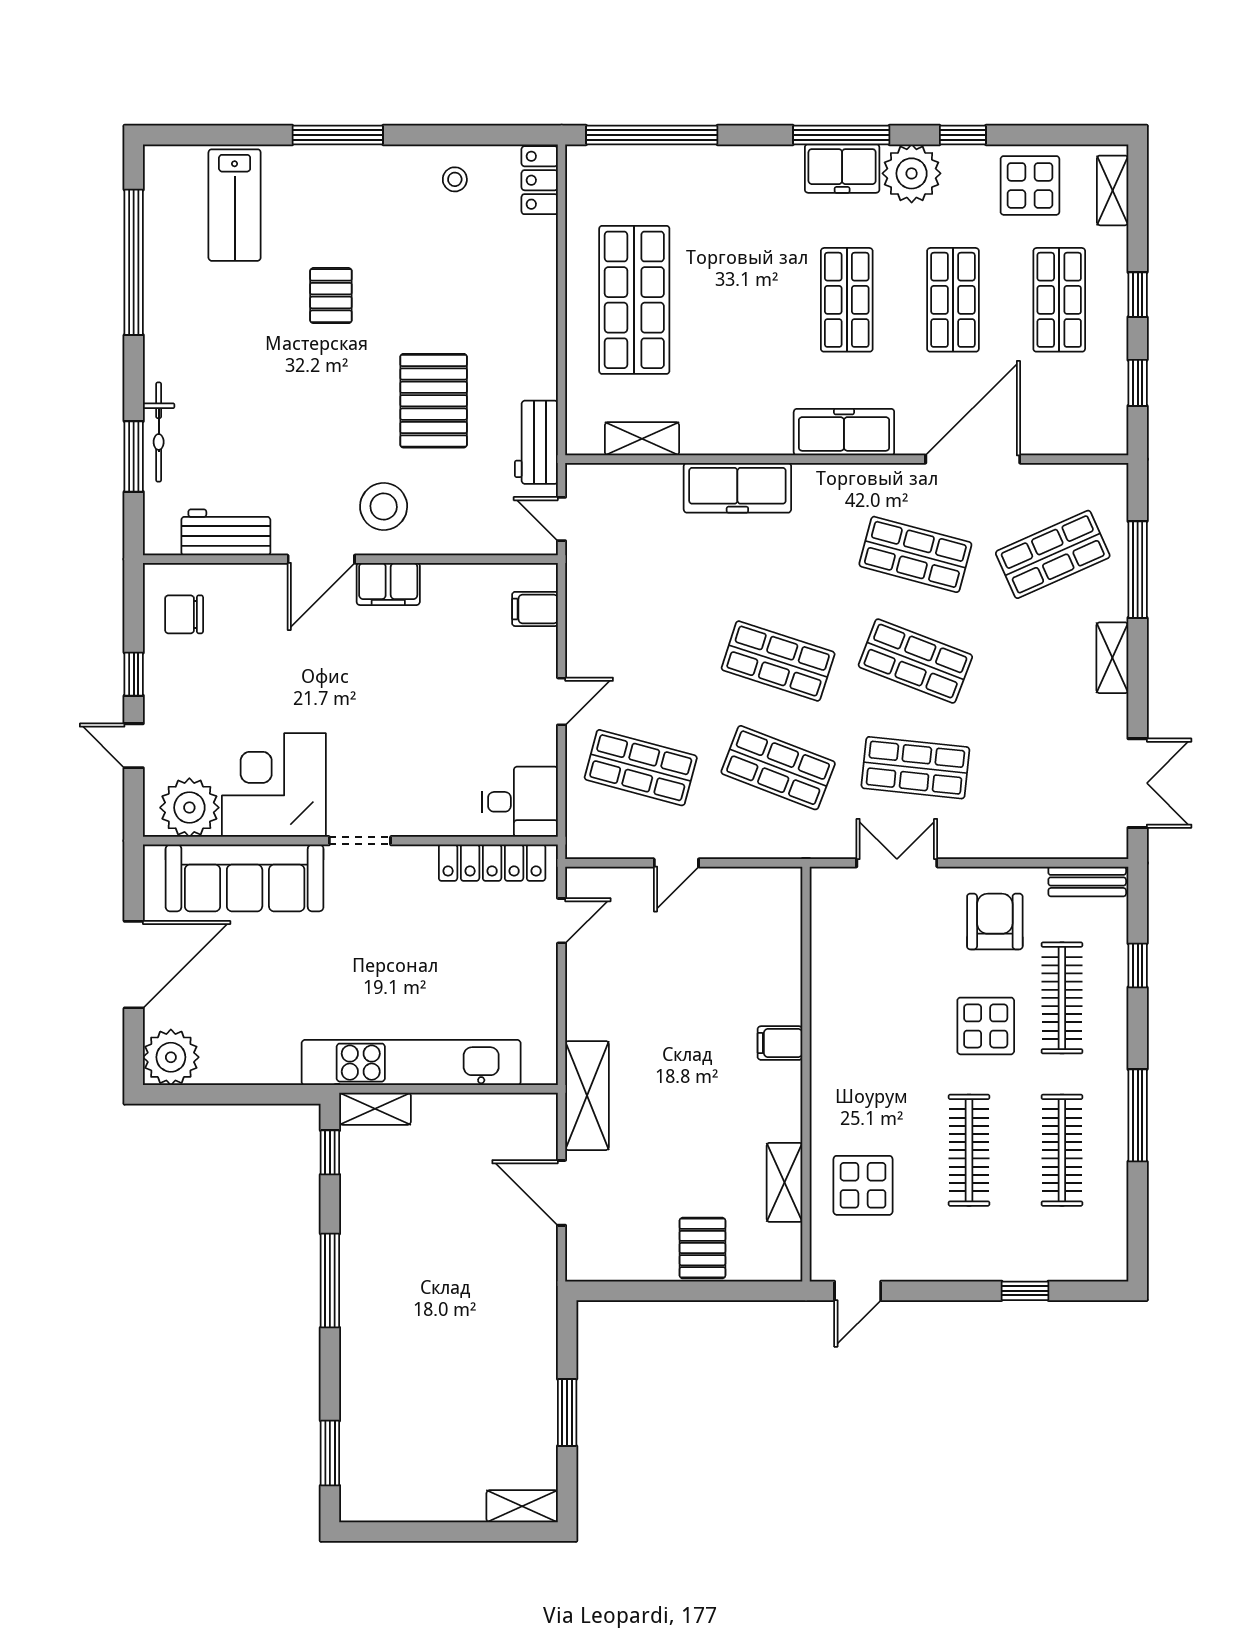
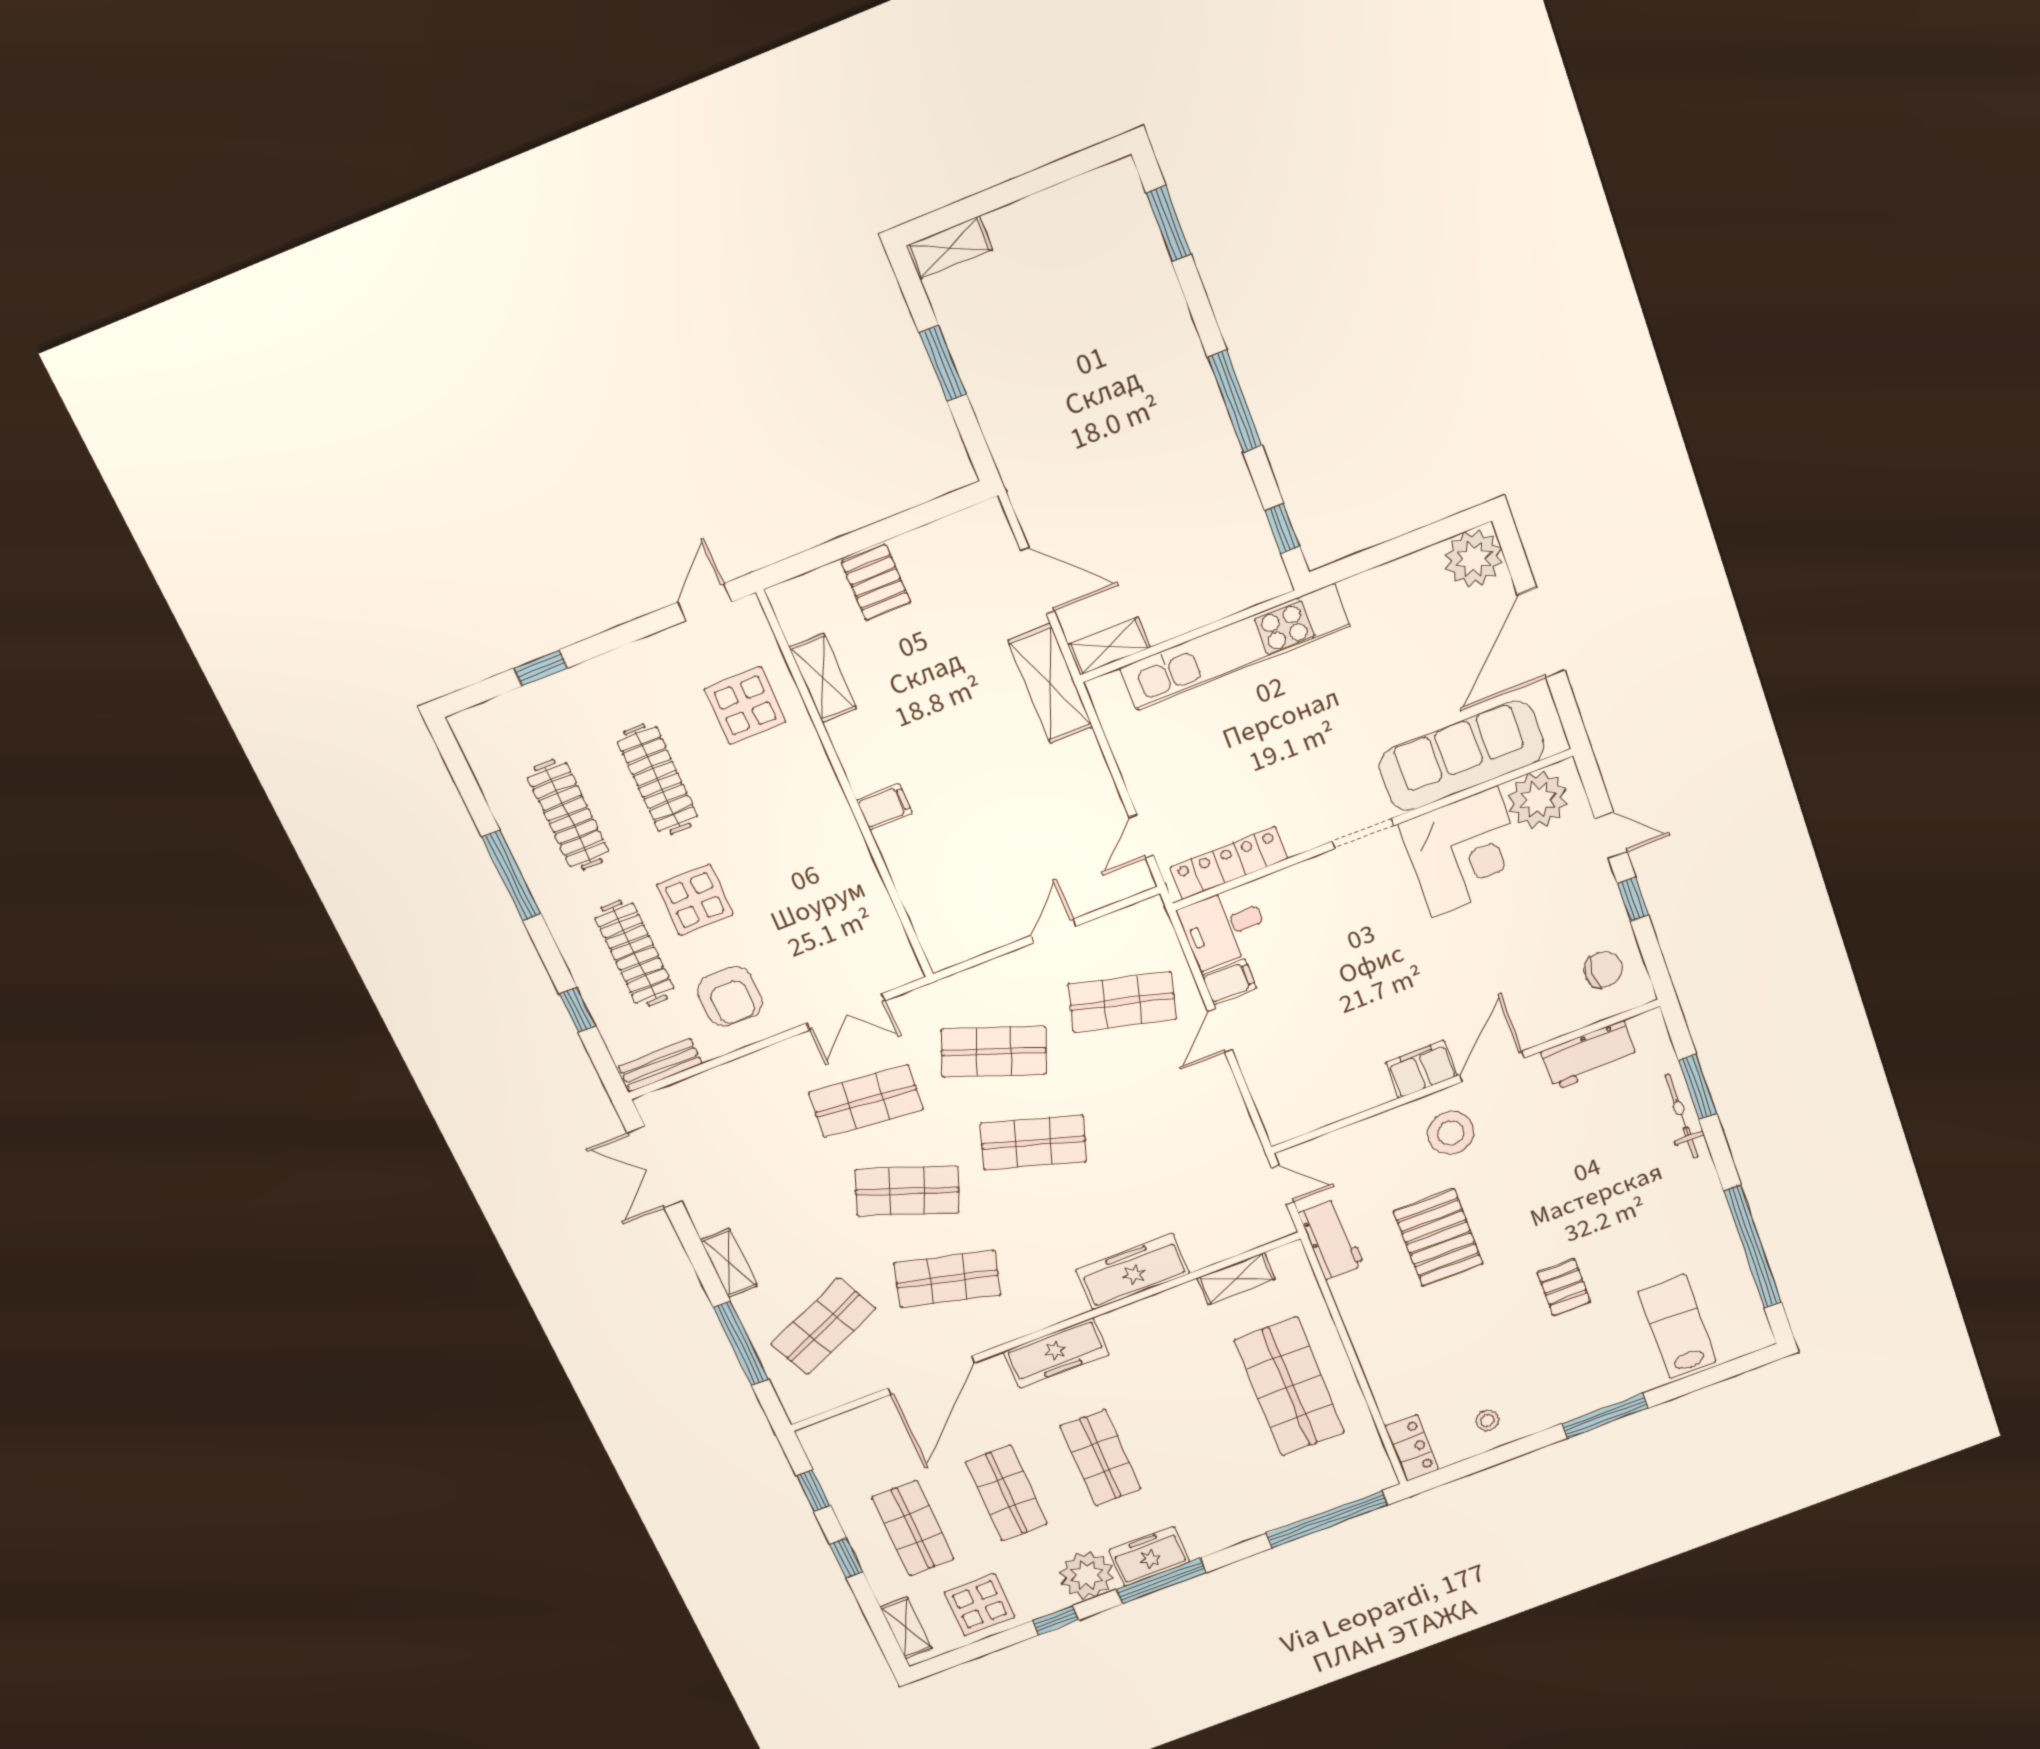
filing cabinet: (535, 609) -> (1229, 982), moved
shelving: (375, 1109) -> (1109, 646), moved

